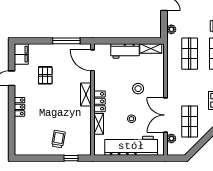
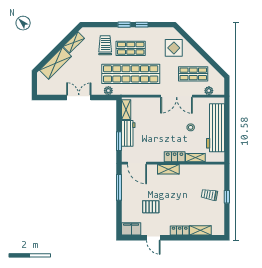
window: (117, 41) -> (119, 141), added
shop shelf: (190, 54) -> (131, 74), width x2.00, depth x1.36
door: (93, 60) -> (137, 163), hinge flipped
stool: (138, 89) -> (163, 121), removed
double door: (165, 115) -> (177, 96), moved
shelving: (20, 129) -> (200, 230), added
window: (71, 158) -> (227, 197), moved

